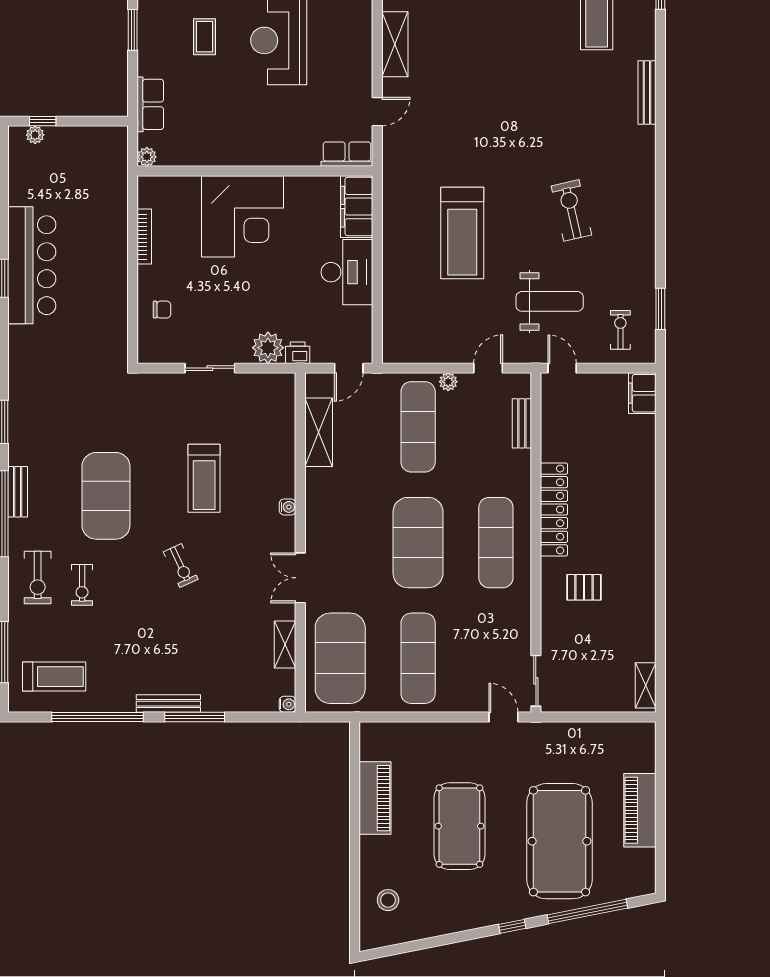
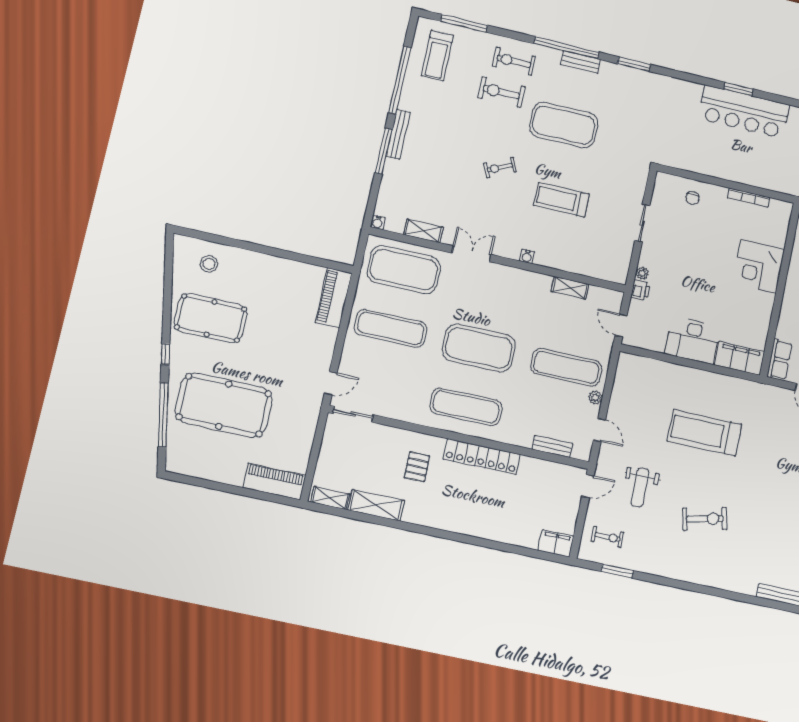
corner desk: (243, 216) -> (758, 266), width x0.74, depth x0.74
weight bench: (550, 301) -> (640, 487), width x0.73, depth x0.75
plant: (268, 348) -> (642, 273), width x0.53, depth x0.53
shelving: (319, 432) -> (570, 288), width x0.67, depth x0.75
exercise bike: (82, 585) -> (501, 92), width x1.38, depth x1.39
shelving: (643, 627) -> (376, 505), added
piano: (375, 798) -> (334, 298), moved, turned 90
piano: (640, 810) -> (274, 481), moved
pool table: (459, 826) -> (211, 318), moved

